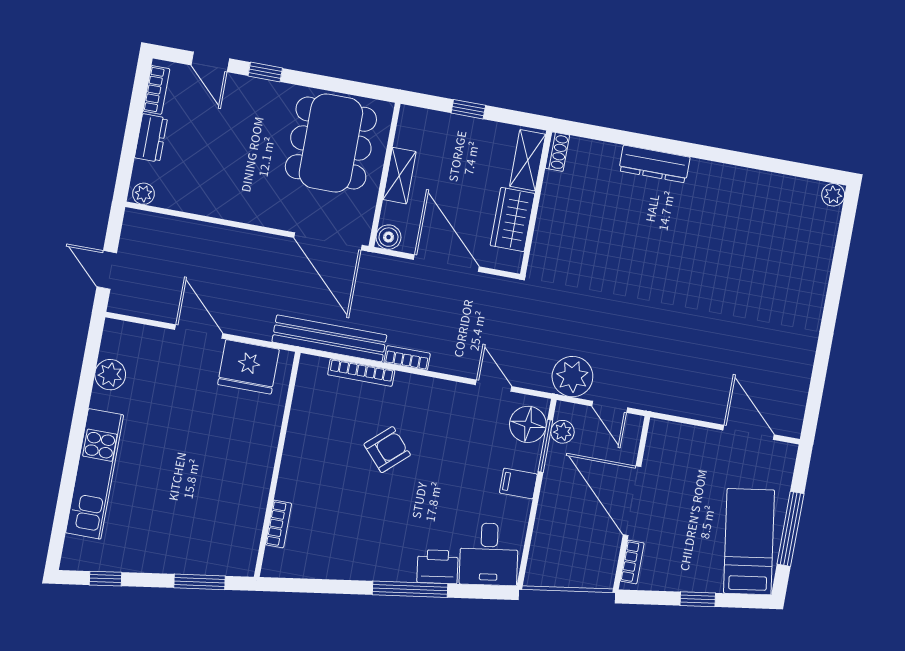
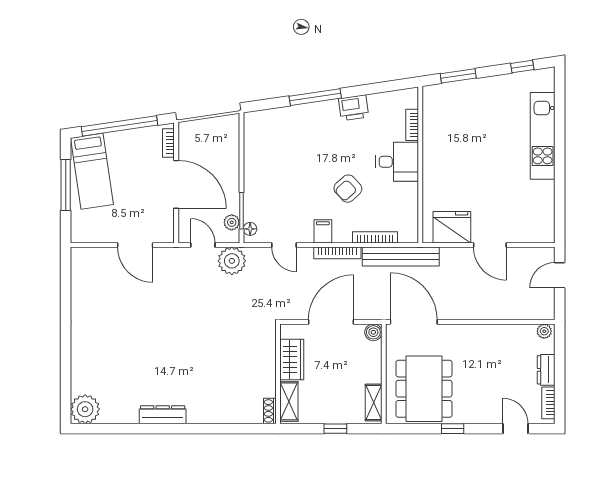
window: (265, 72) -> (453, 429), moved
dresser: (654, 164) -> (163, 415), moved
shelving: (399, 176) -> (374, 402), moved
plant: (833, 195) -> (85, 409), width x1.88, depth x1.88
door: (446, 263) -> (331, 322), swing flipped
door: (107, 270) -> (560, 275), swing flipped
bookcase: (407, 358) -> (337, 253), width x1.56
plant: (110, 375) -> (544, 205), removed
floor lamp: (528, 424) -> (250, 229), width x0.53, depth x0.53
door: (749, 432) -> (135, 245), moved
filing cabinet: (518, 483) -> (323, 231), moved, turned -90
desk: (489, 554) -> (397, 162), moved, turned 98
printer: (437, 567) -> (354, 108), moved
window: (698, 599) -> (119, 126), width x3.17

